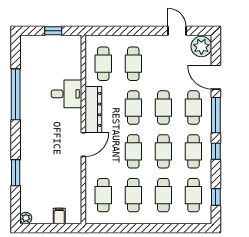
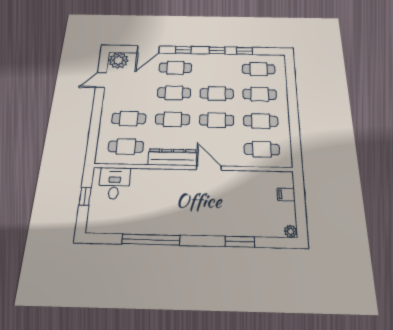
desk: (66, 94) -> (114, 183), moved
window: (216, 115) -> (183, 50), width x0.46
cafe table: (193, 151) -> (217, 68), removed
window: (216, 197) -> (245, 51), moved

